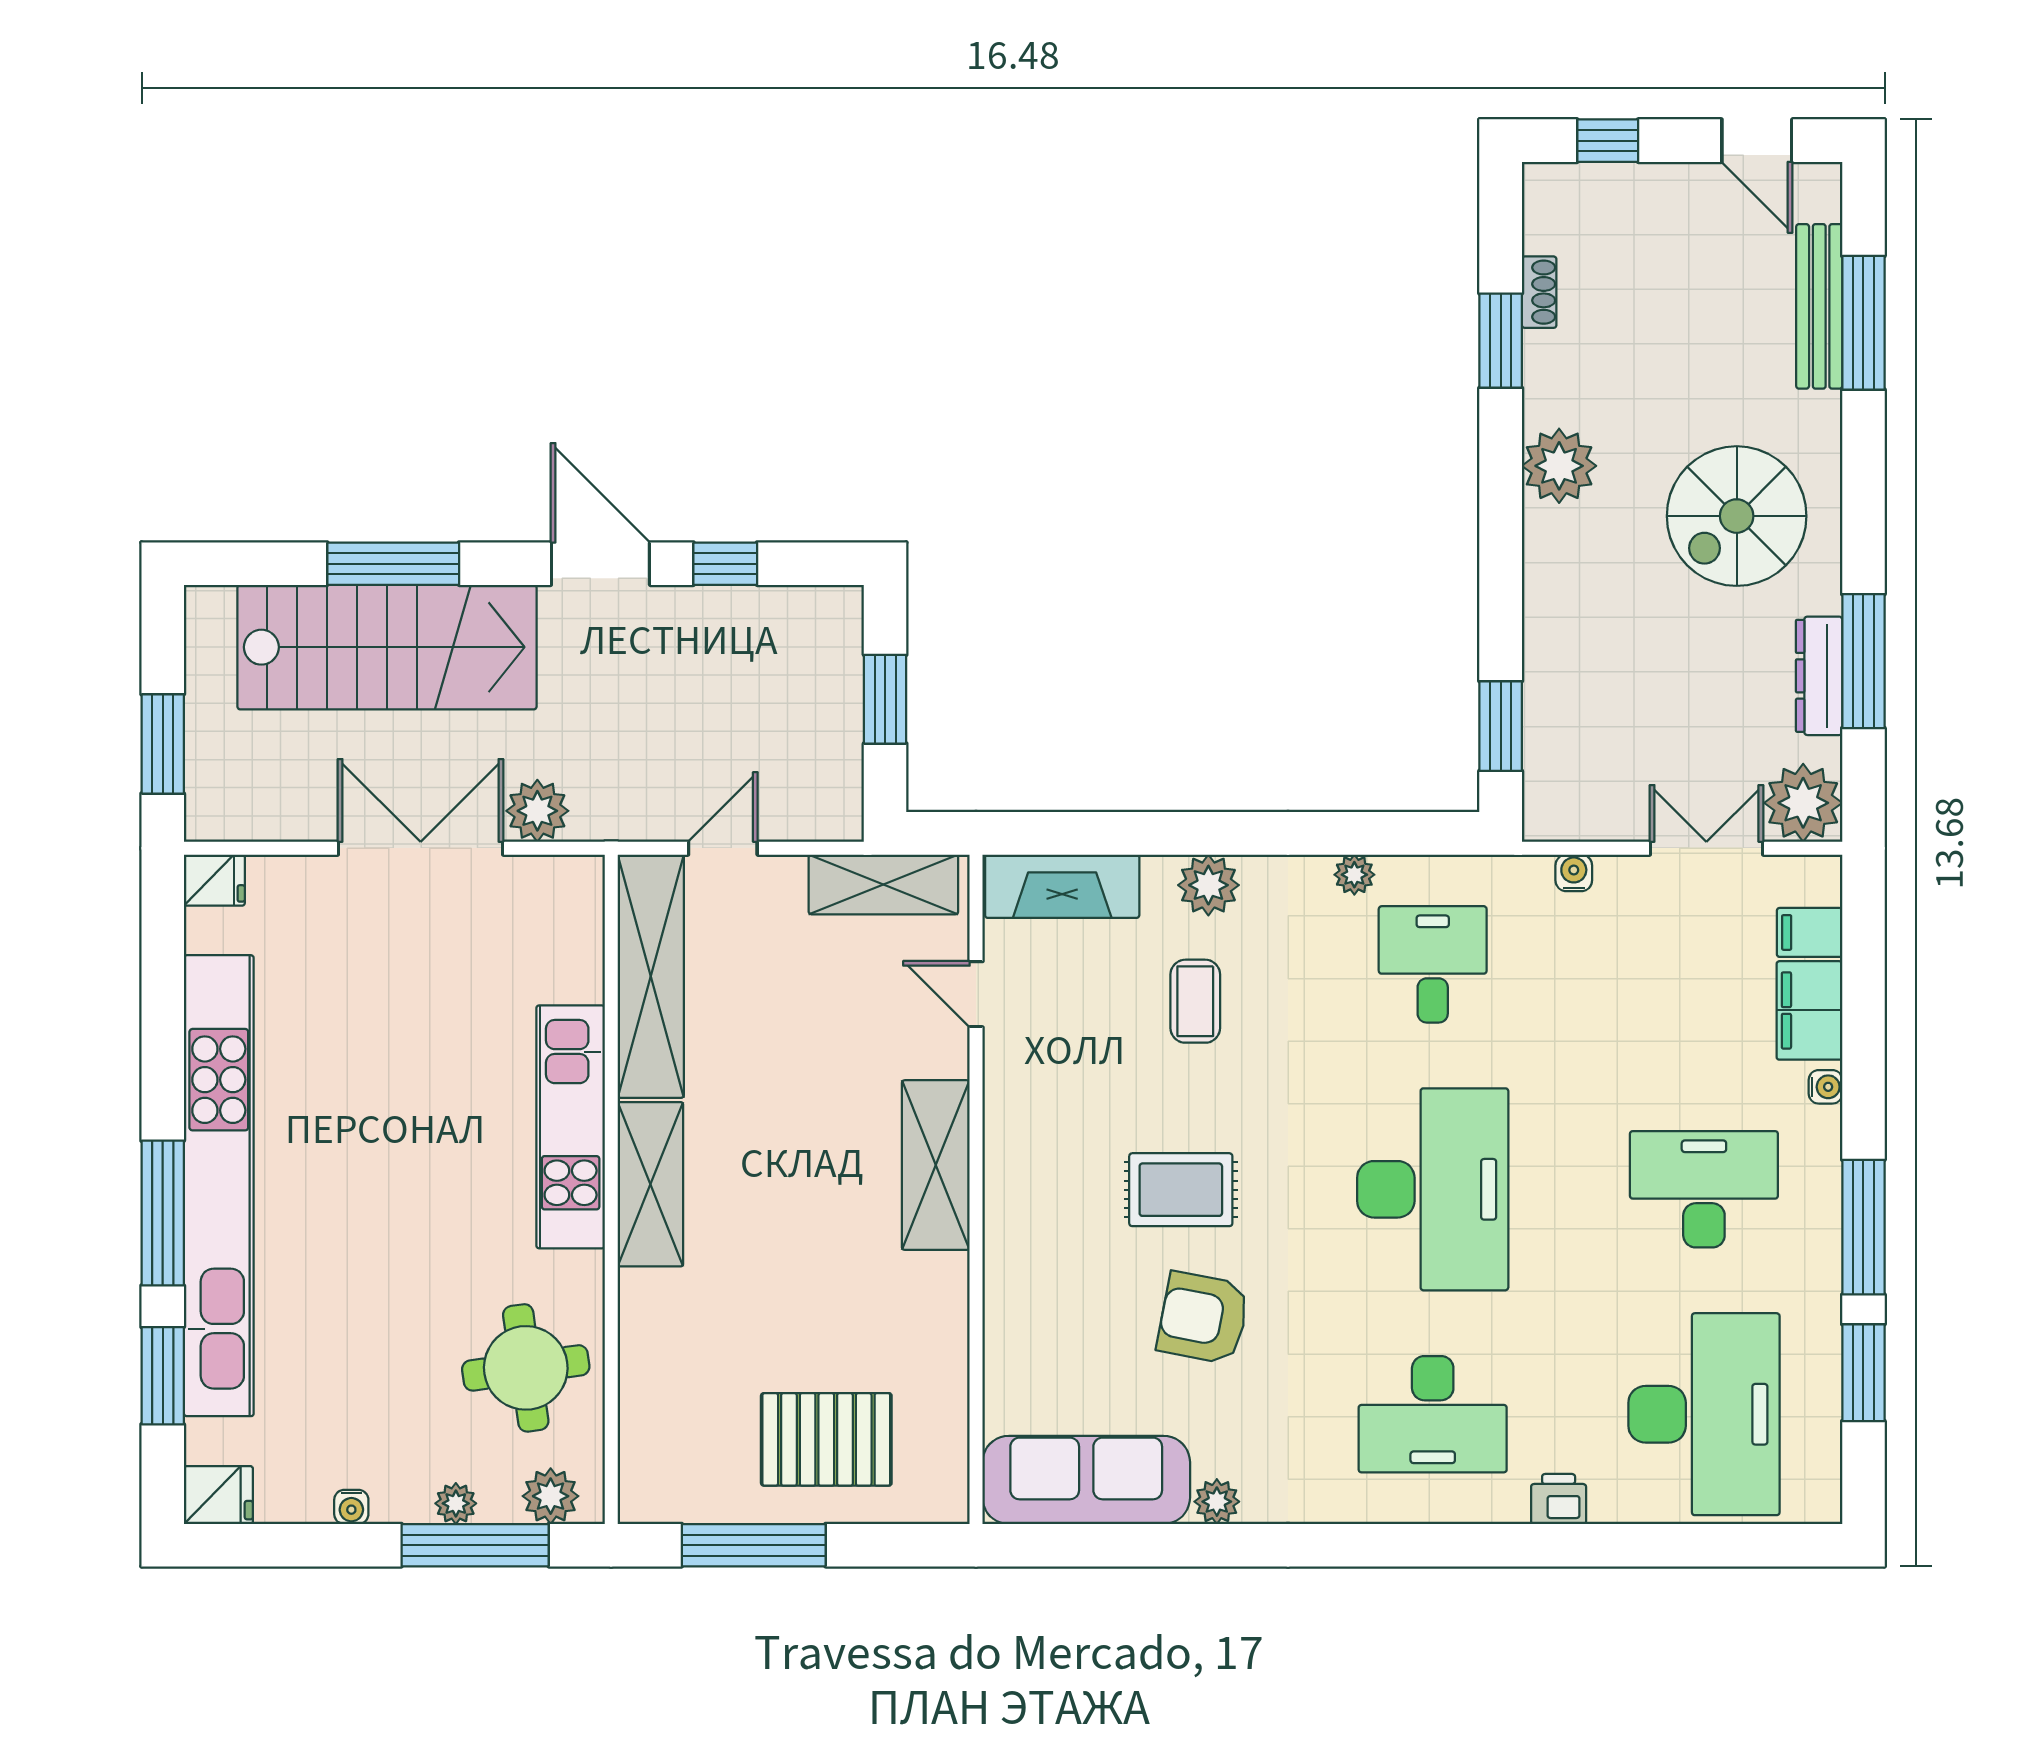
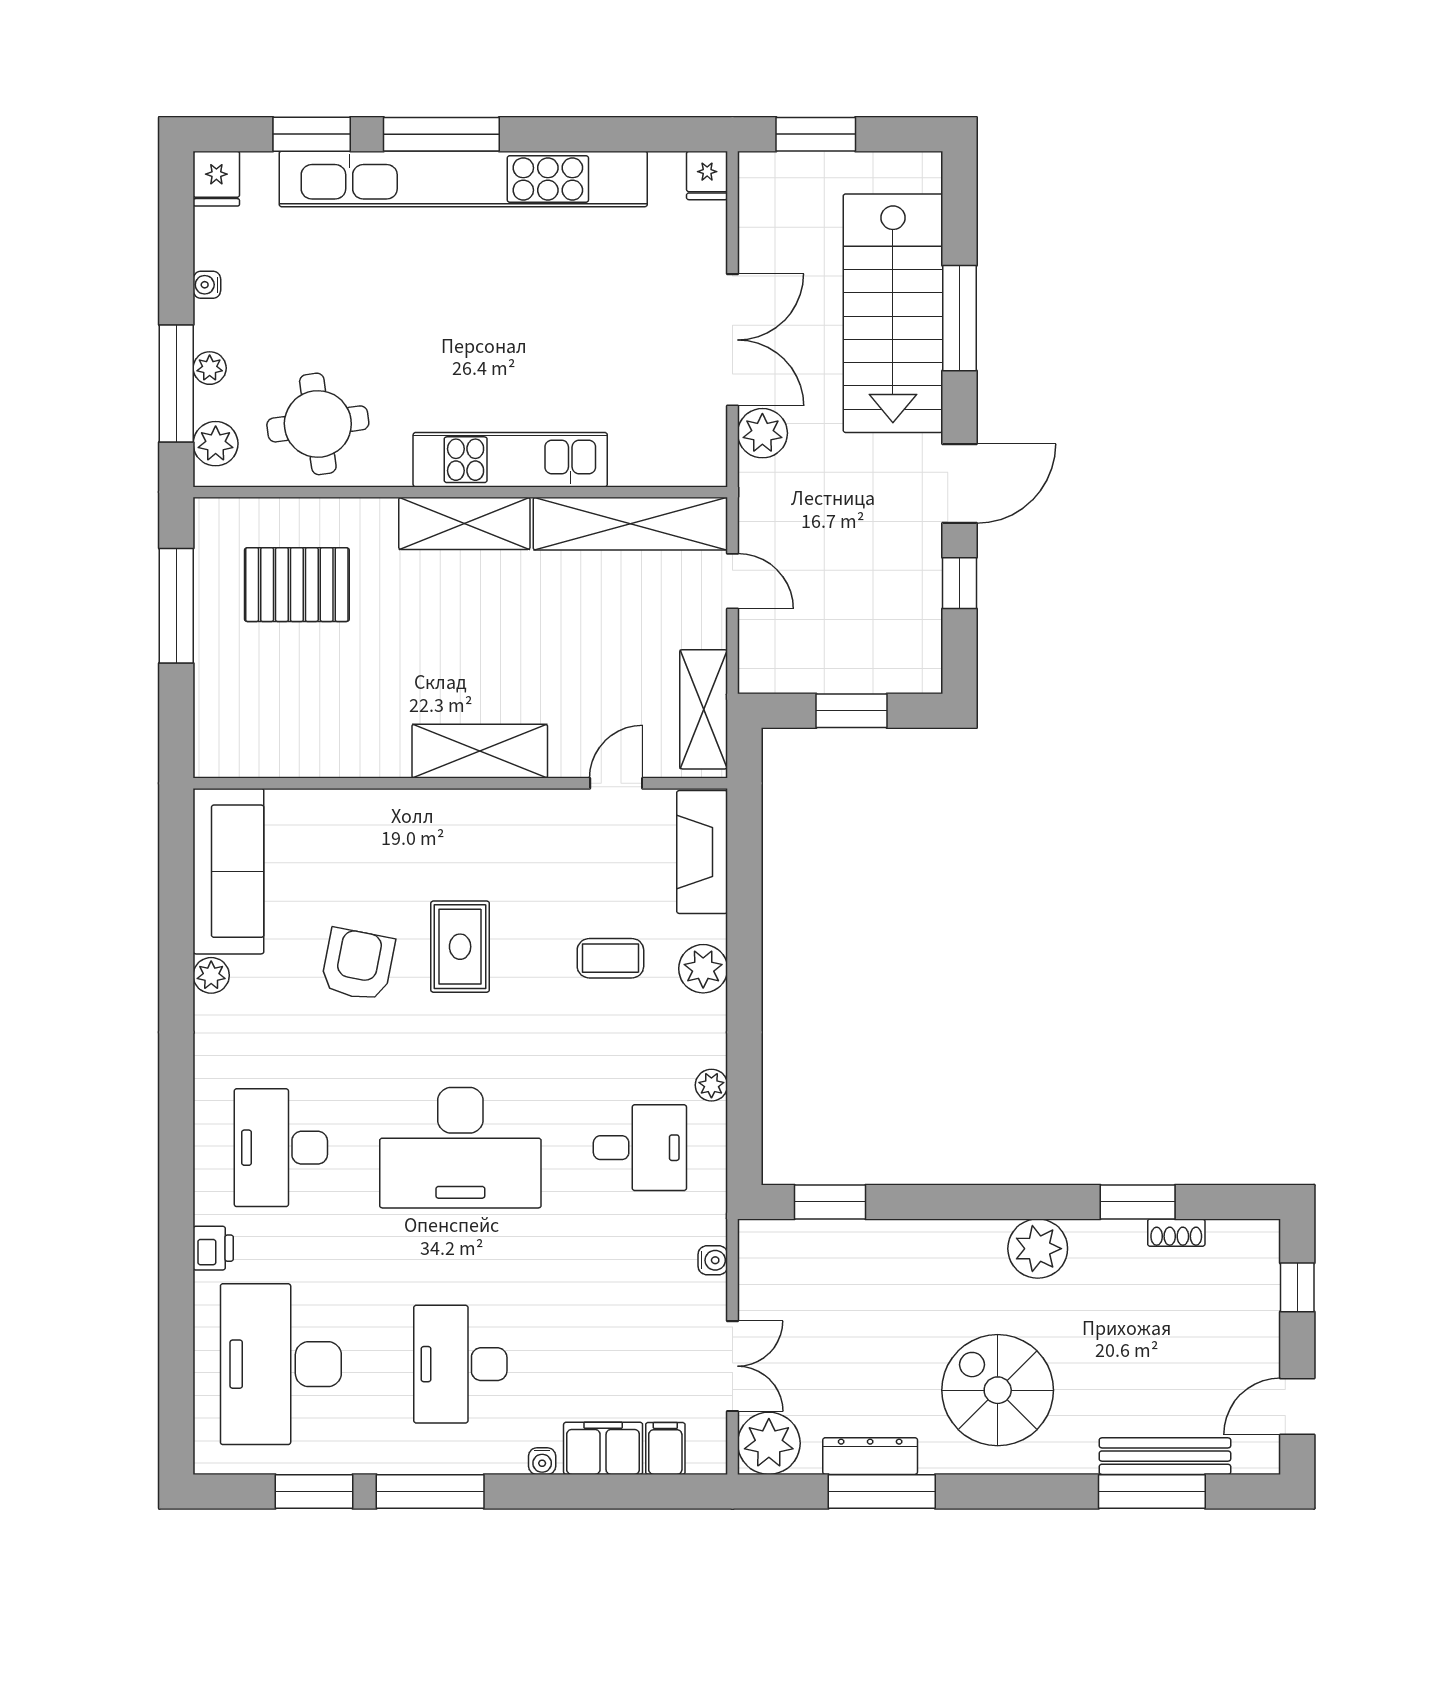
desk: (1704, 1189) -> (460, 1364), turned 180
desk: (1704, 1414) -> (281, 1364), turned 90
pallet: (826, 1439) -> (297, 585), moved, turned 90

